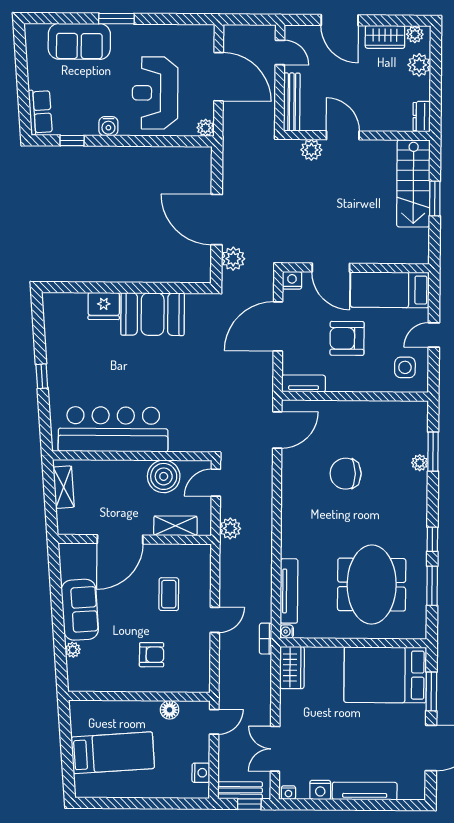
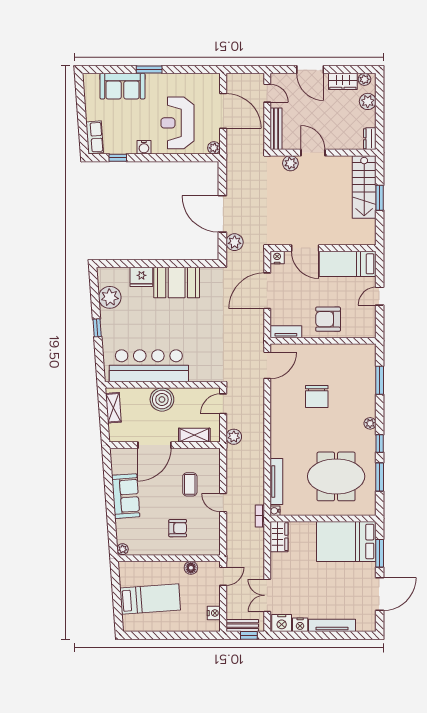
plant: (60, 334) -> (110, 297), added
armchair: (347, 338) -> (328, 319), moved
side table: (405, 367) -> (359, 320), removed
plant: (420, 463) -> (370, 423), moved
chair: (346, 474) -> (317, 397), turned -90
boiler: (164, 476) -> (162, 399), moved
meeting table: (372, 585) -> (336, 476), turned 90
door: (215, 620) -> (223, 503), swing flipped
plant: (73, 650) -> (123, 549), moved
nightstand: (288, 793) -> (282, 623), width x1.89, depth x1.79

